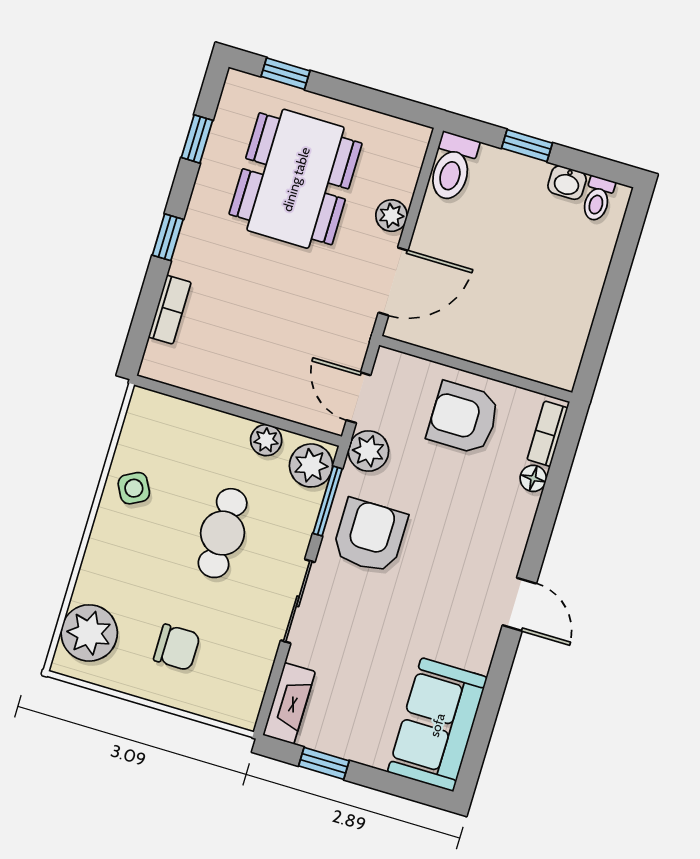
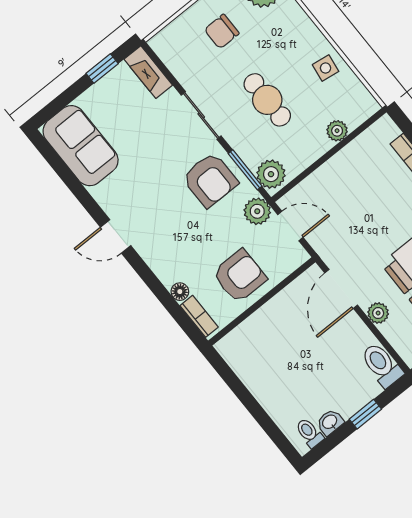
plant: (266, 440) -> (337, 131), moved
side table: (134, 488) -> (326, 68), turned 36

